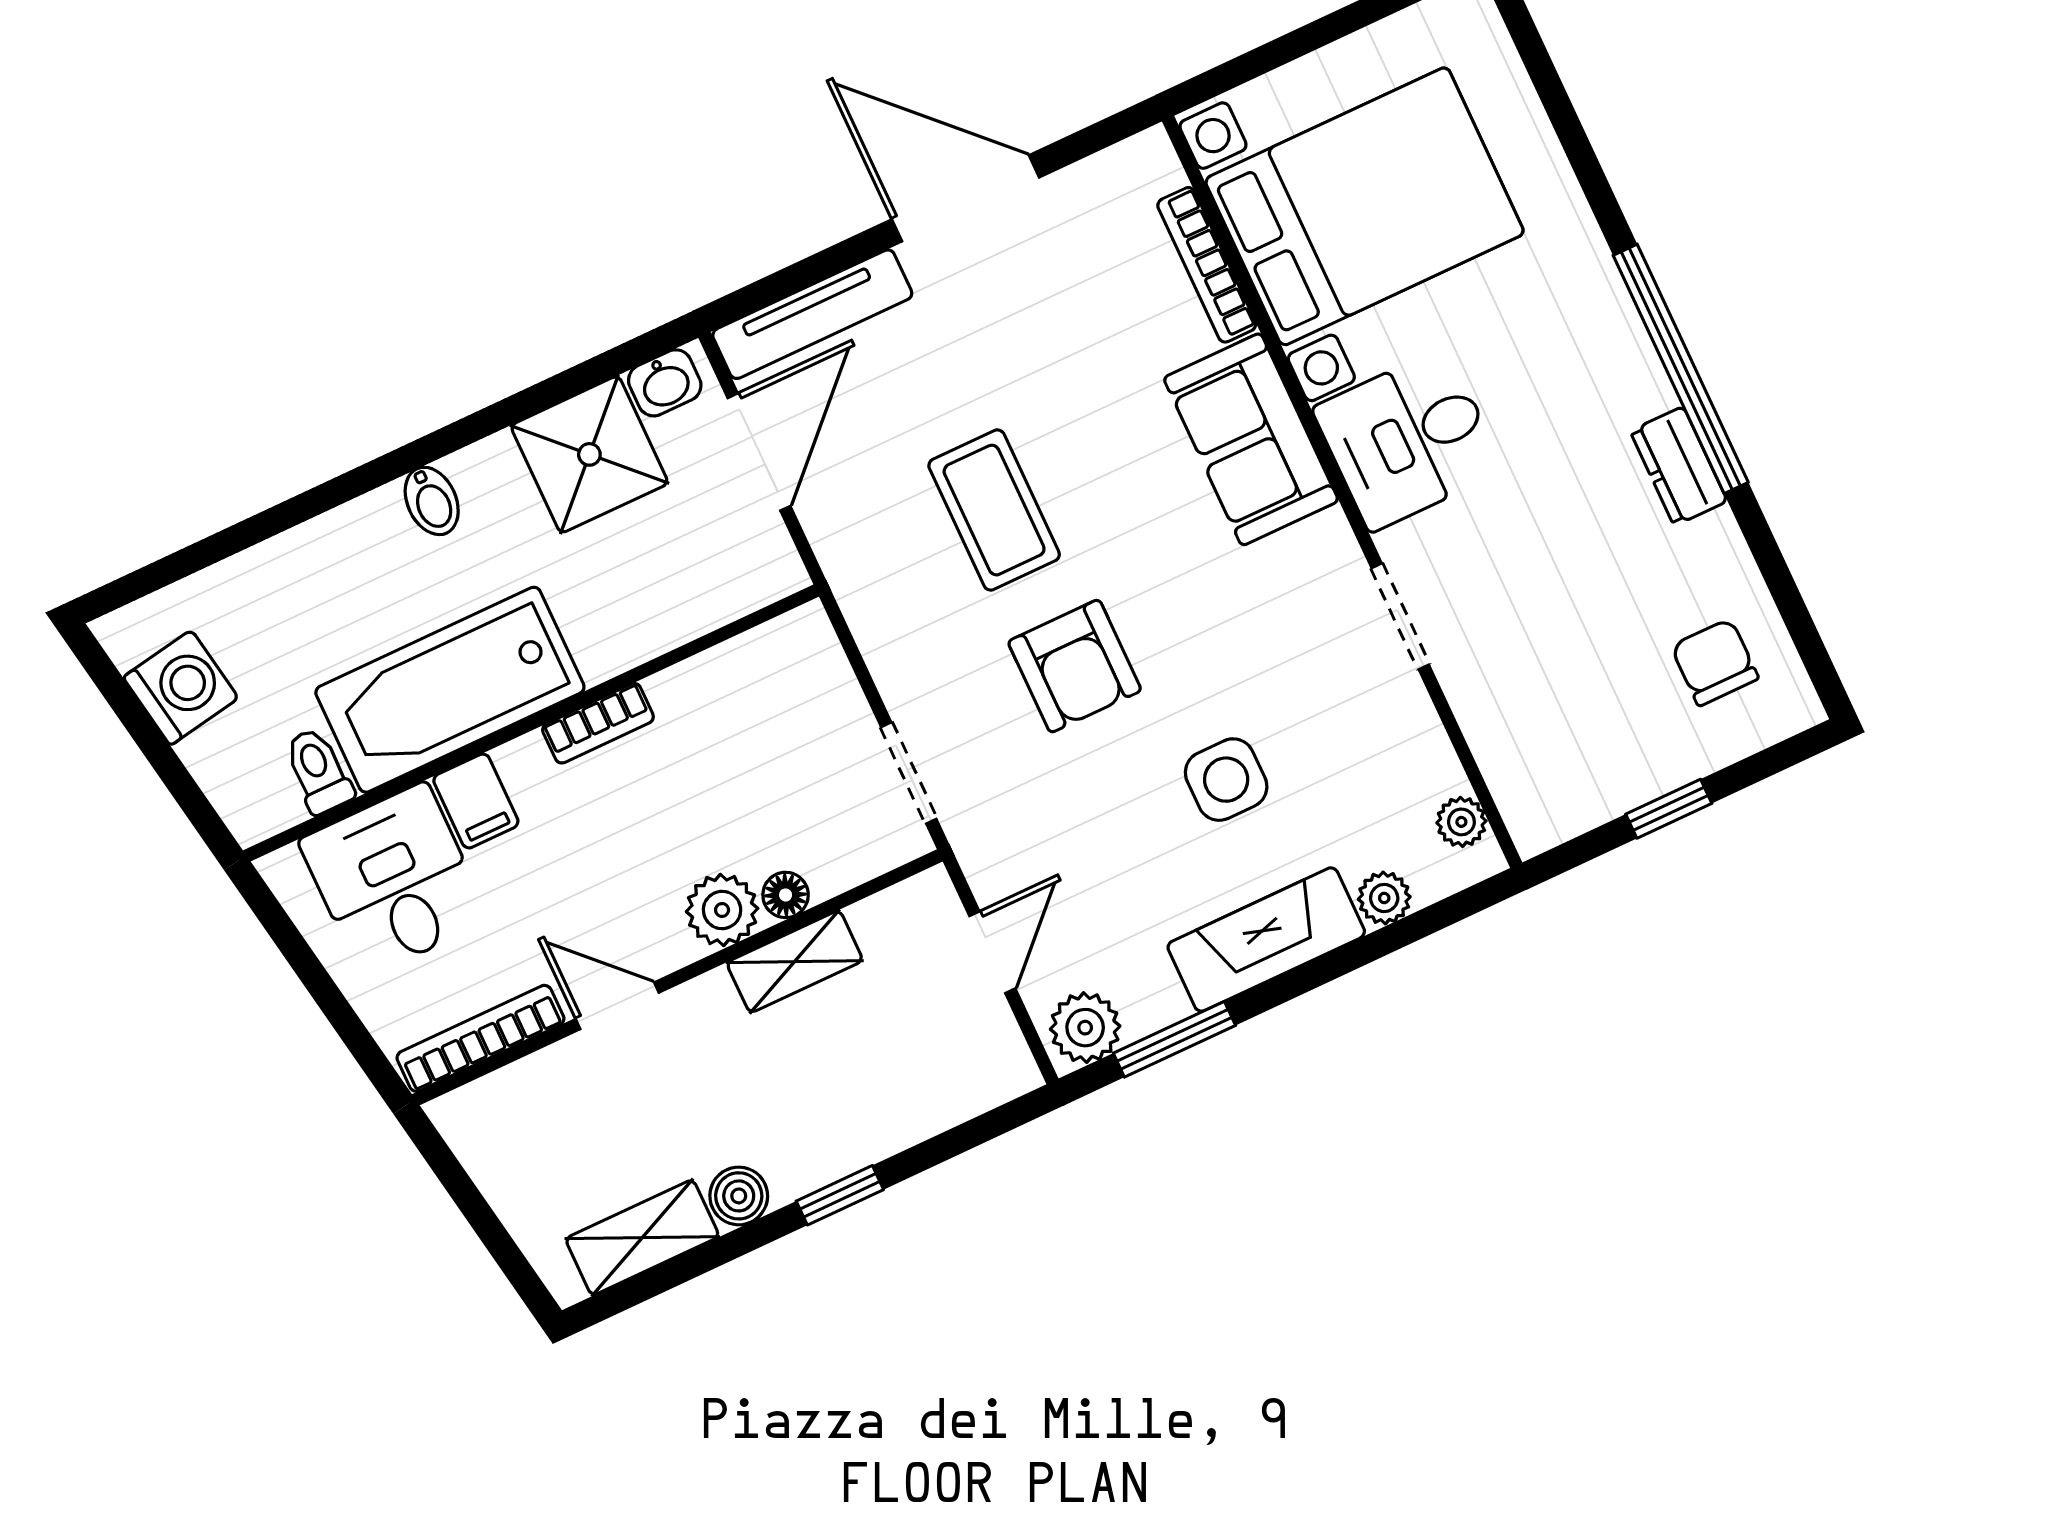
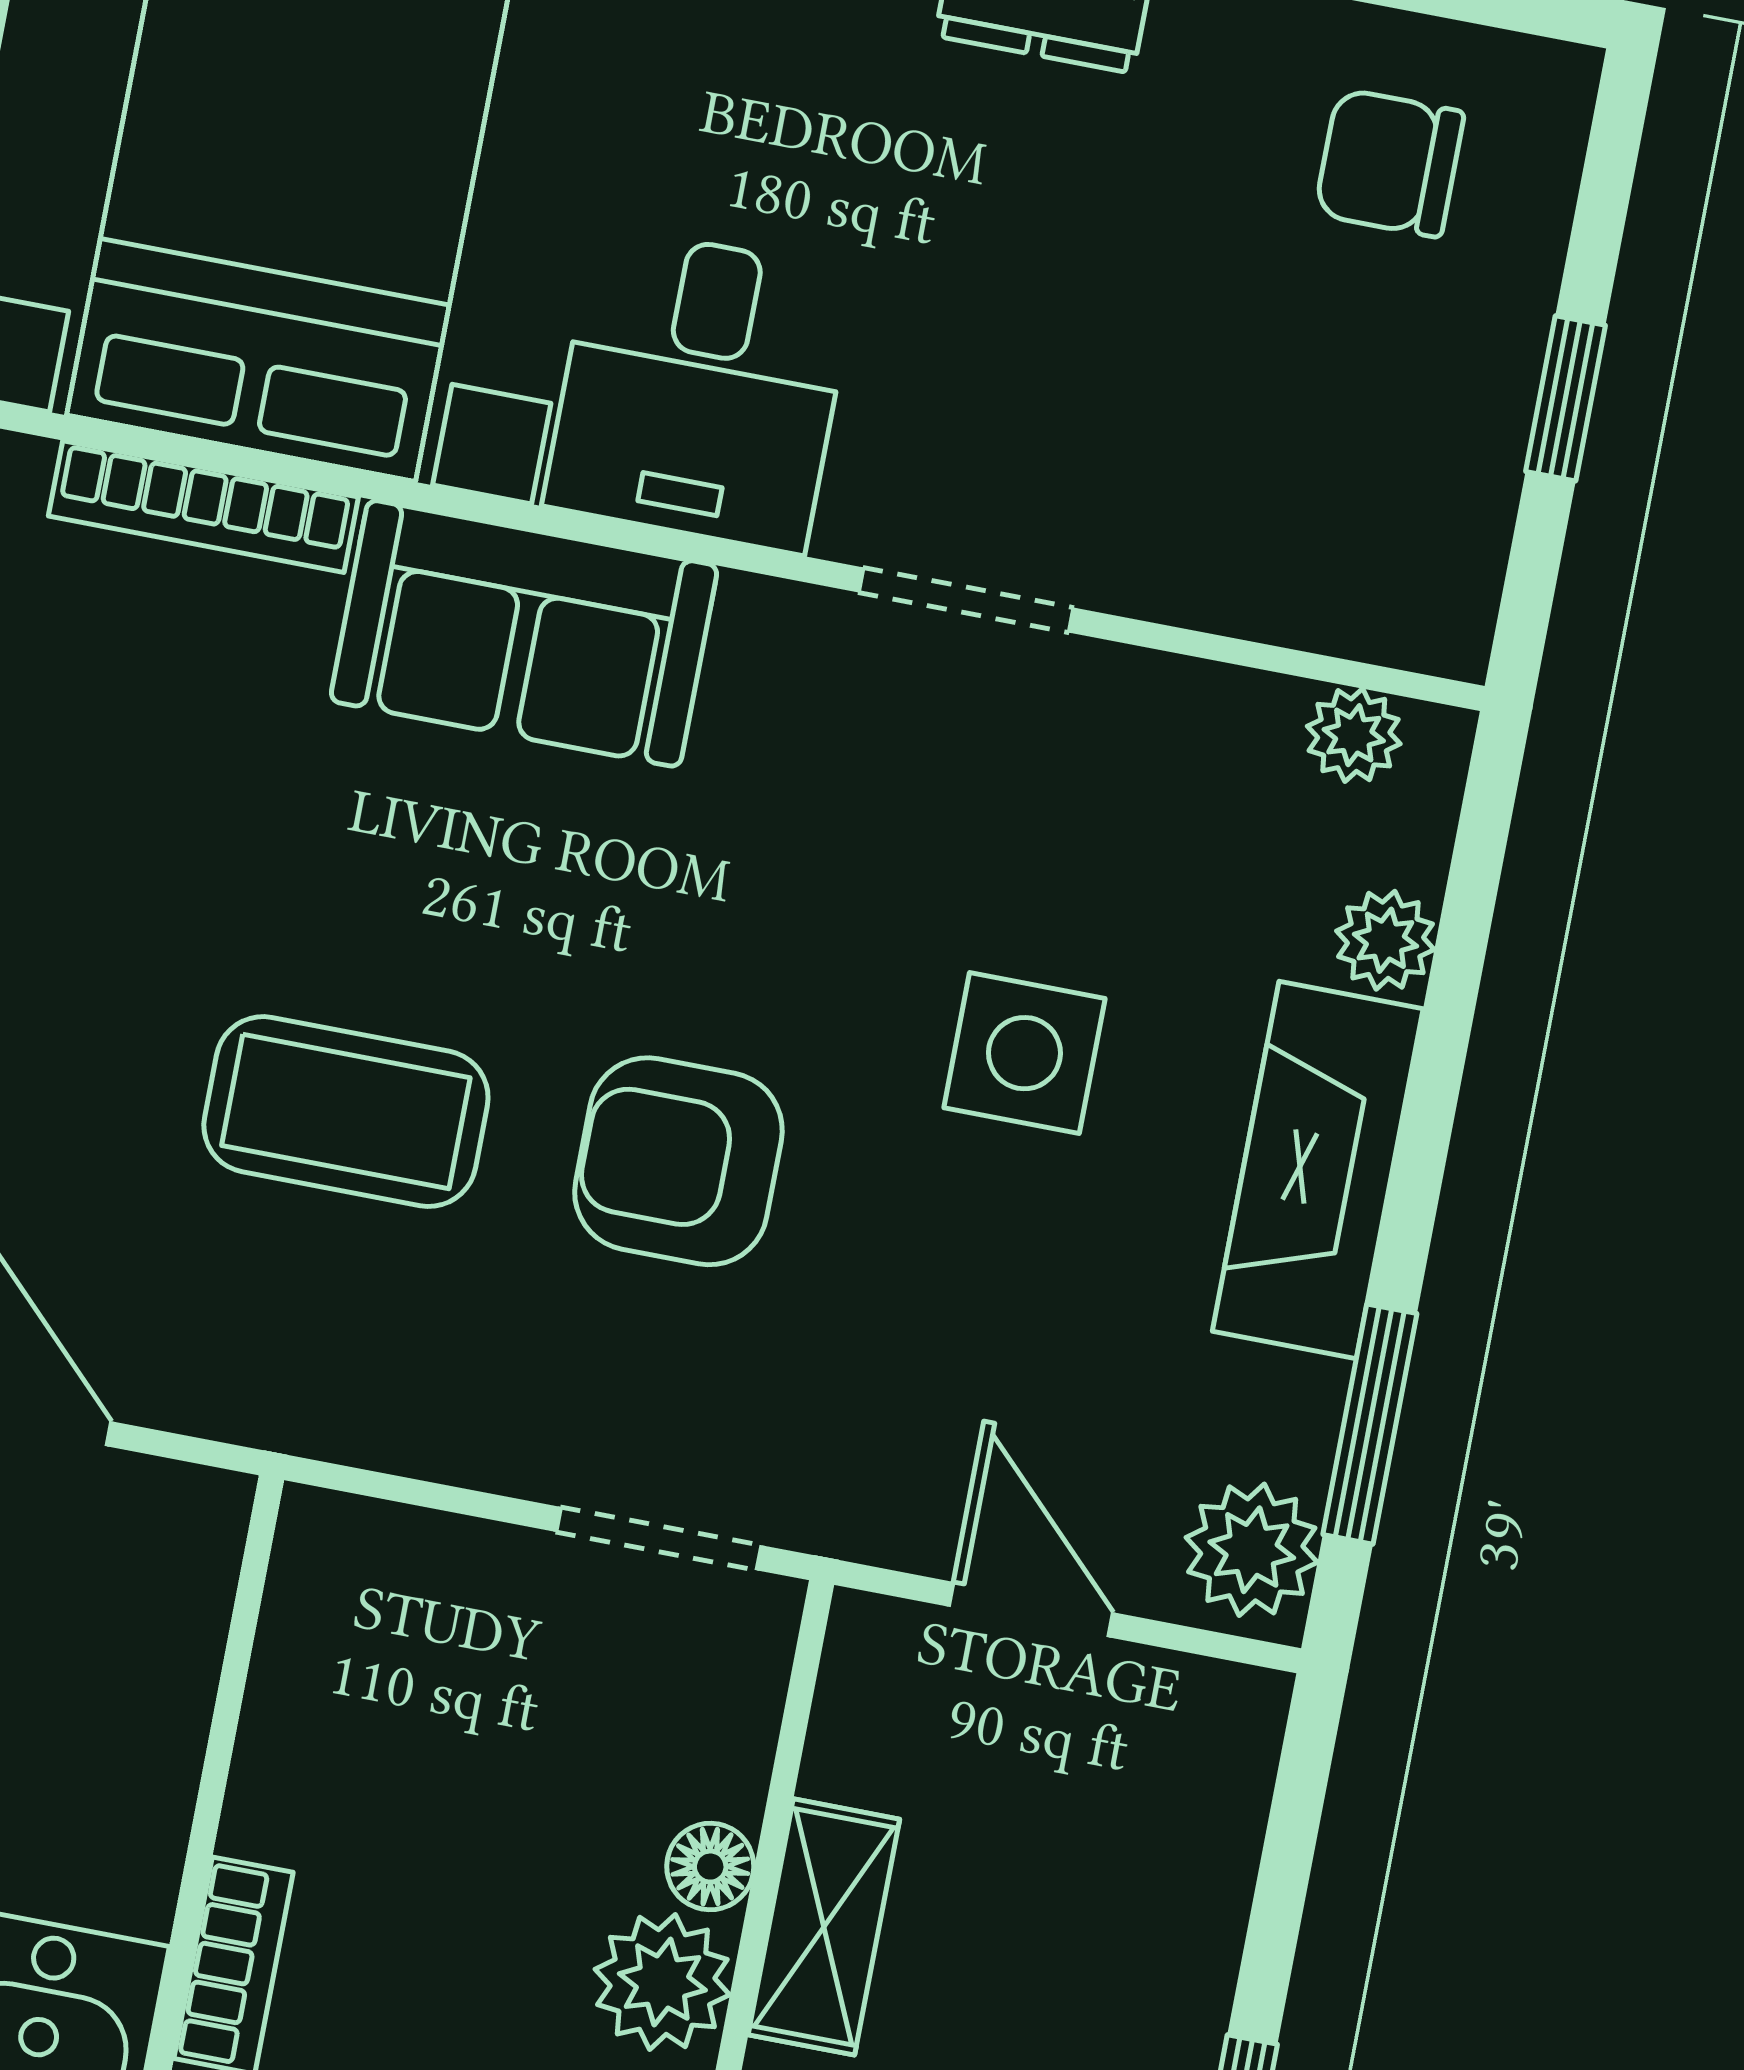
armchair: (1075, 666) -> (678, 1161), turned 180

